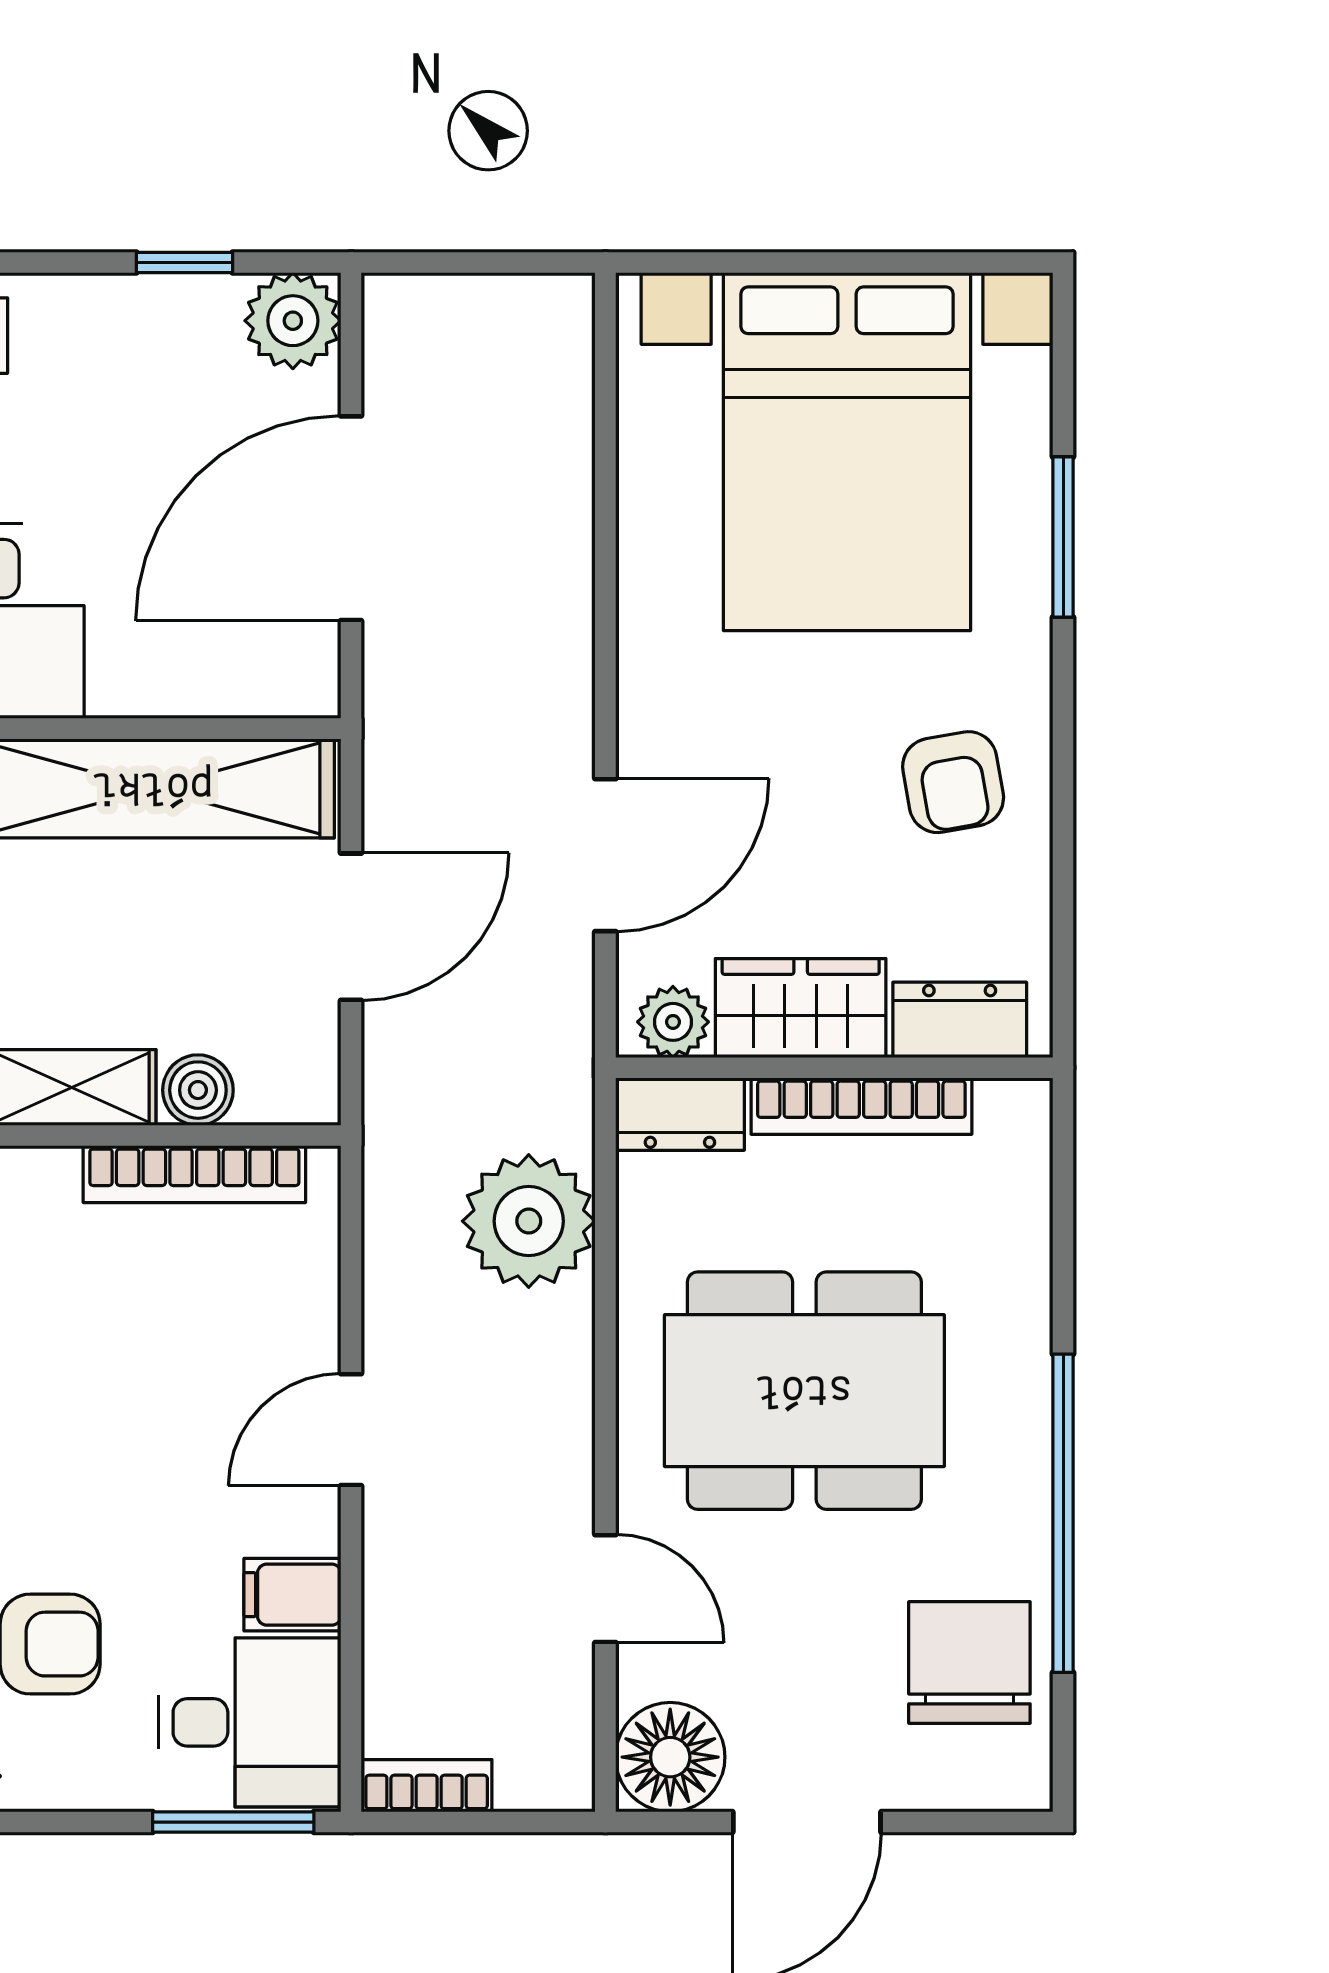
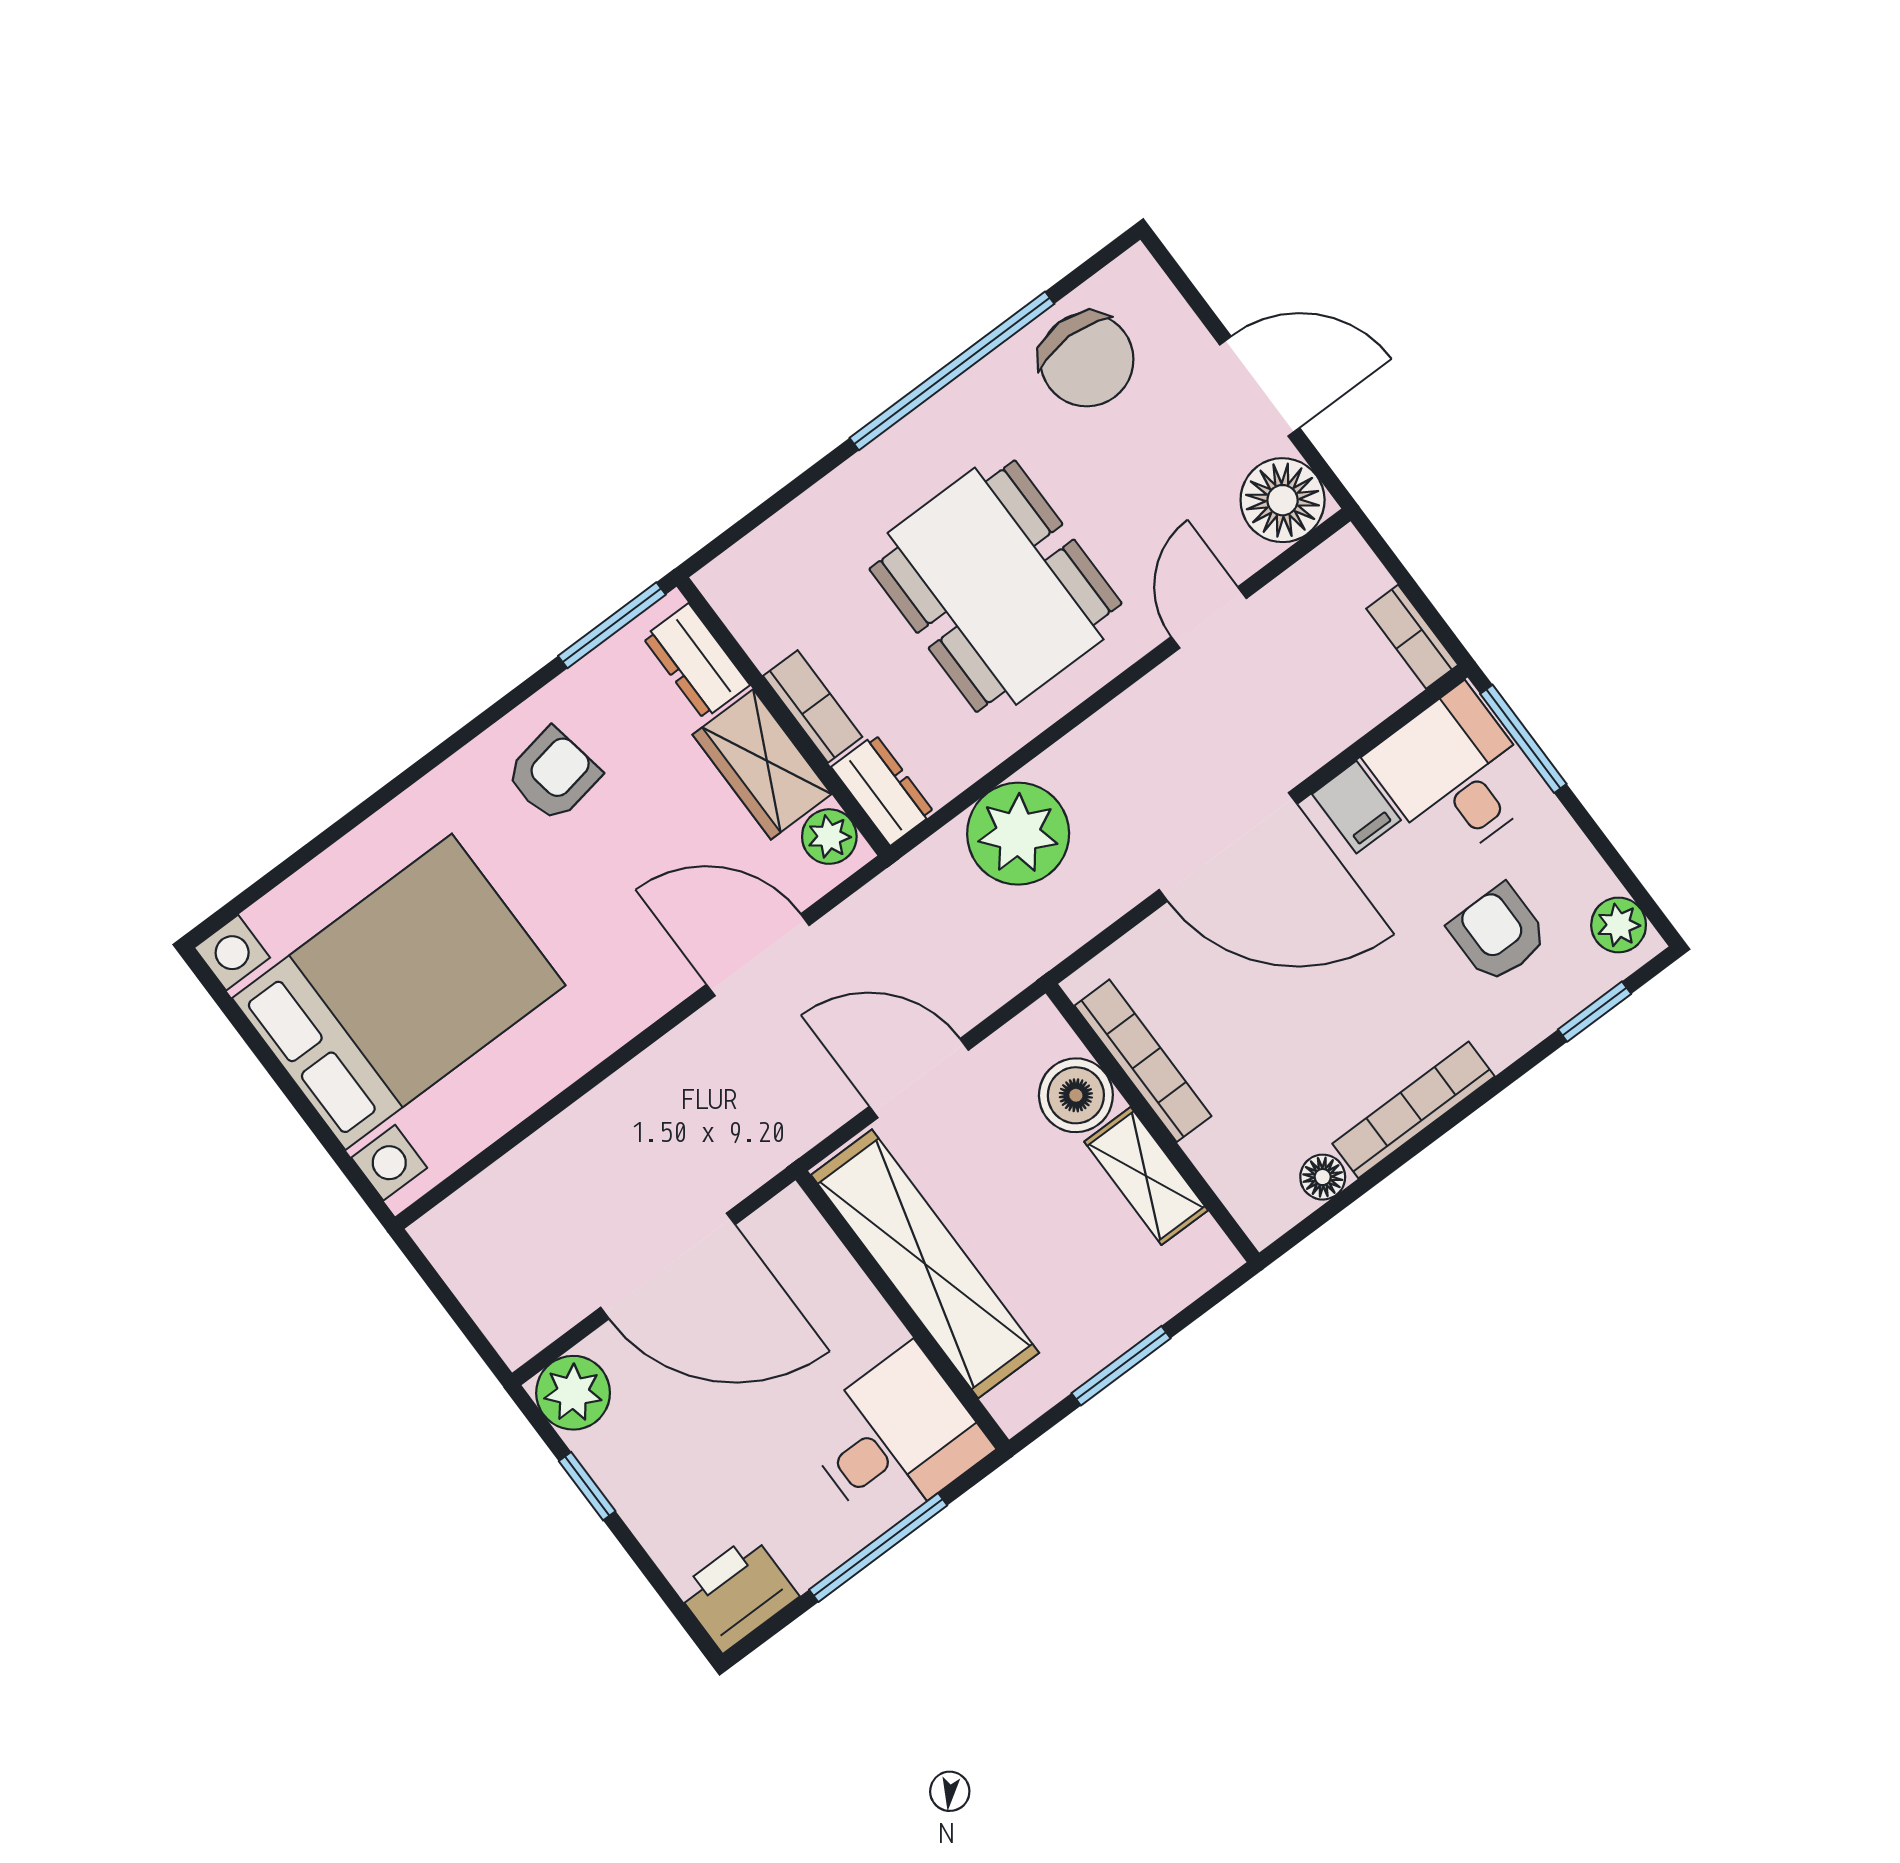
window: (1063, 537) -> (612, 625), moved
boiler: (198, 1090) -> (1076, 1095), width x1.36, depth x1.36
bookcase: (861, 1106) -> (813, 706), width x0.64
door: (351, 1430) -> (1228, 847), width x1.87
chair: (969, 1663) -> (1087, 360), turned -90

